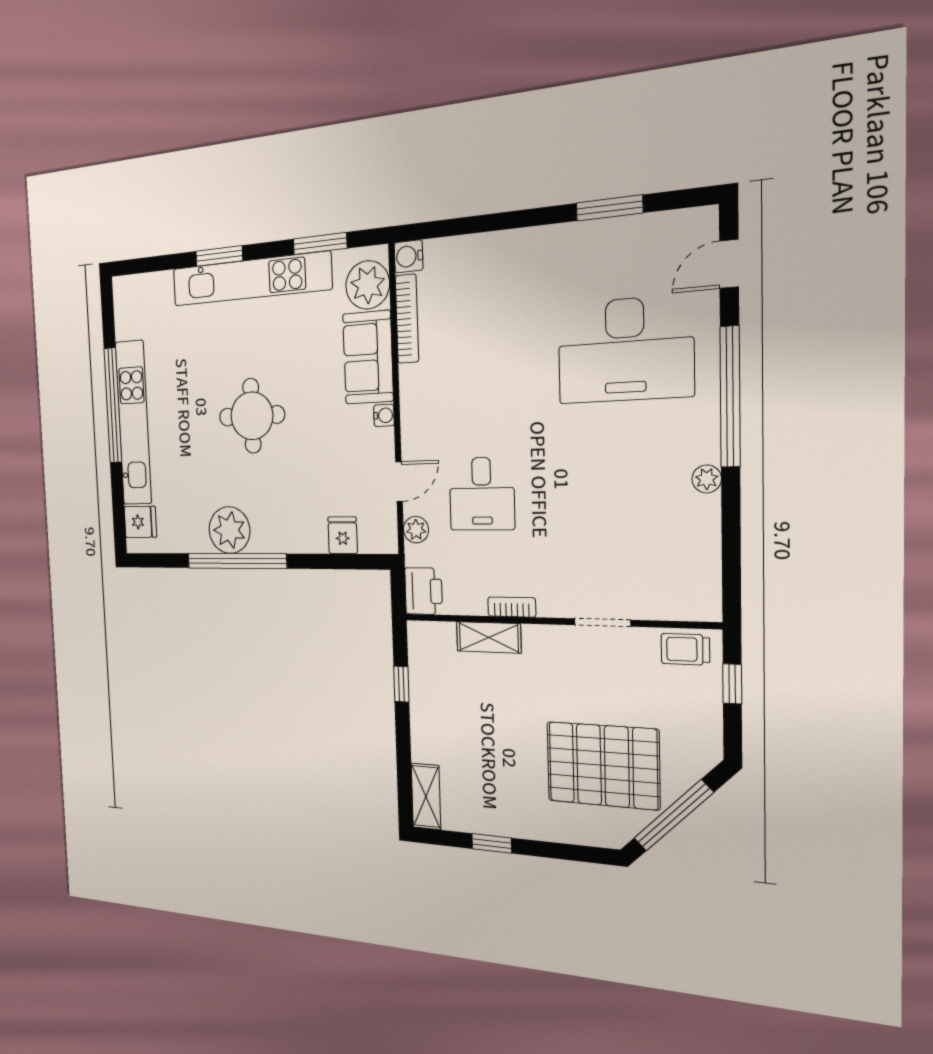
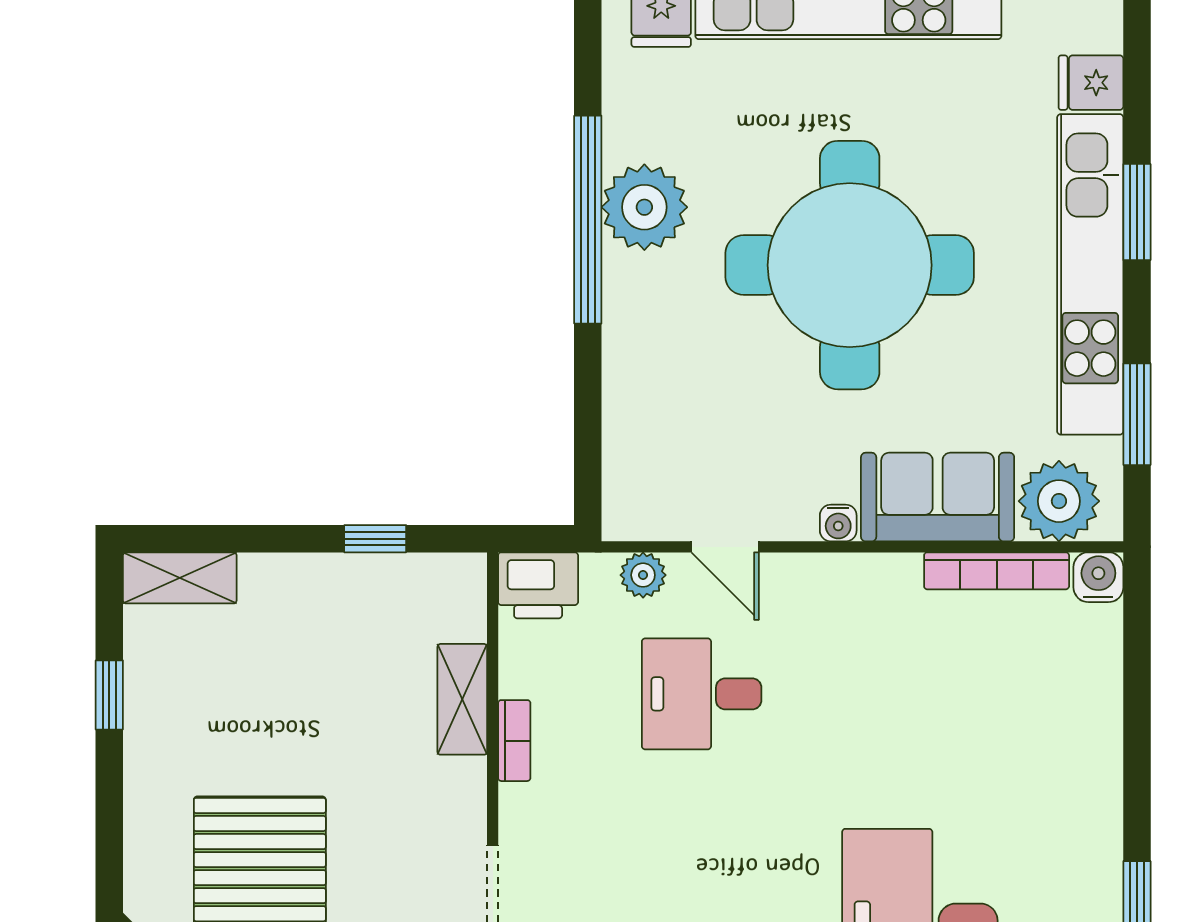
round table: (252, 416) -> (850, 265), width x1.86, depth x1.86
fridge: (343, 535) -> (1091, 83), moved, turned 180

